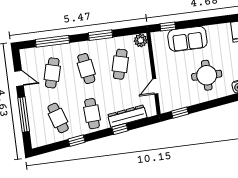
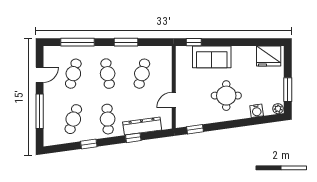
plant: (141, 40) -> (165, 53), removed
door: (19, 78) -> (40, 75), hinge flipped
cafe table: (58, 118) -> (73, 119), turned 36

